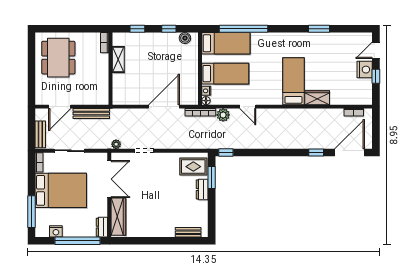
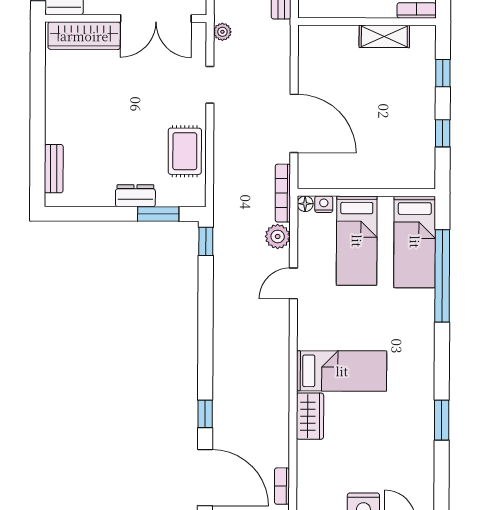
boiler: (185, 38) -> (425, 164), removed
rug: (193, 167) -> (185, 151), moved

